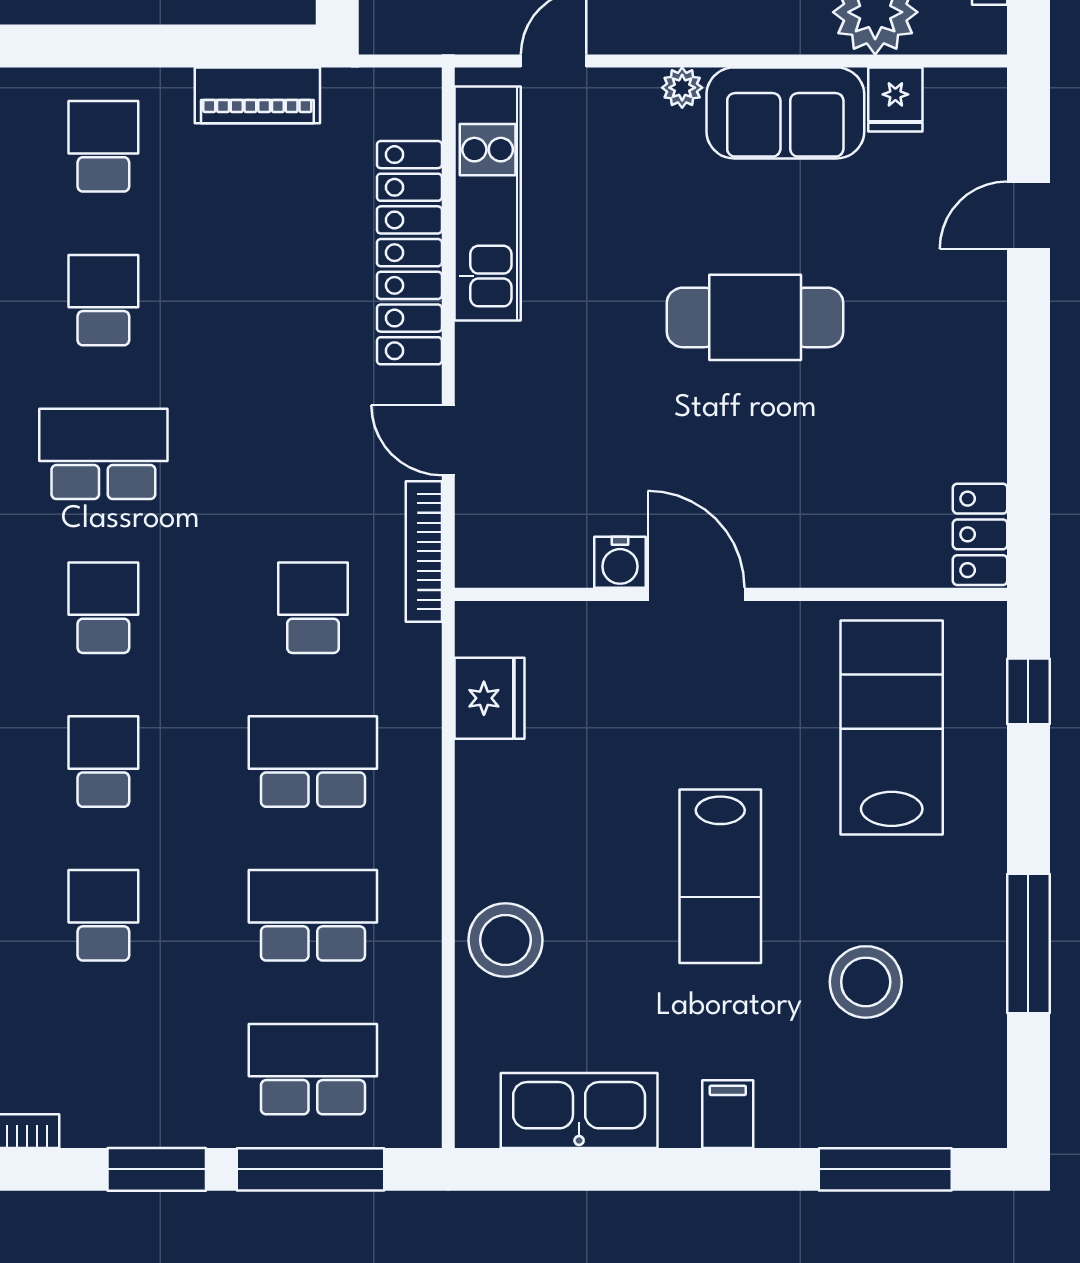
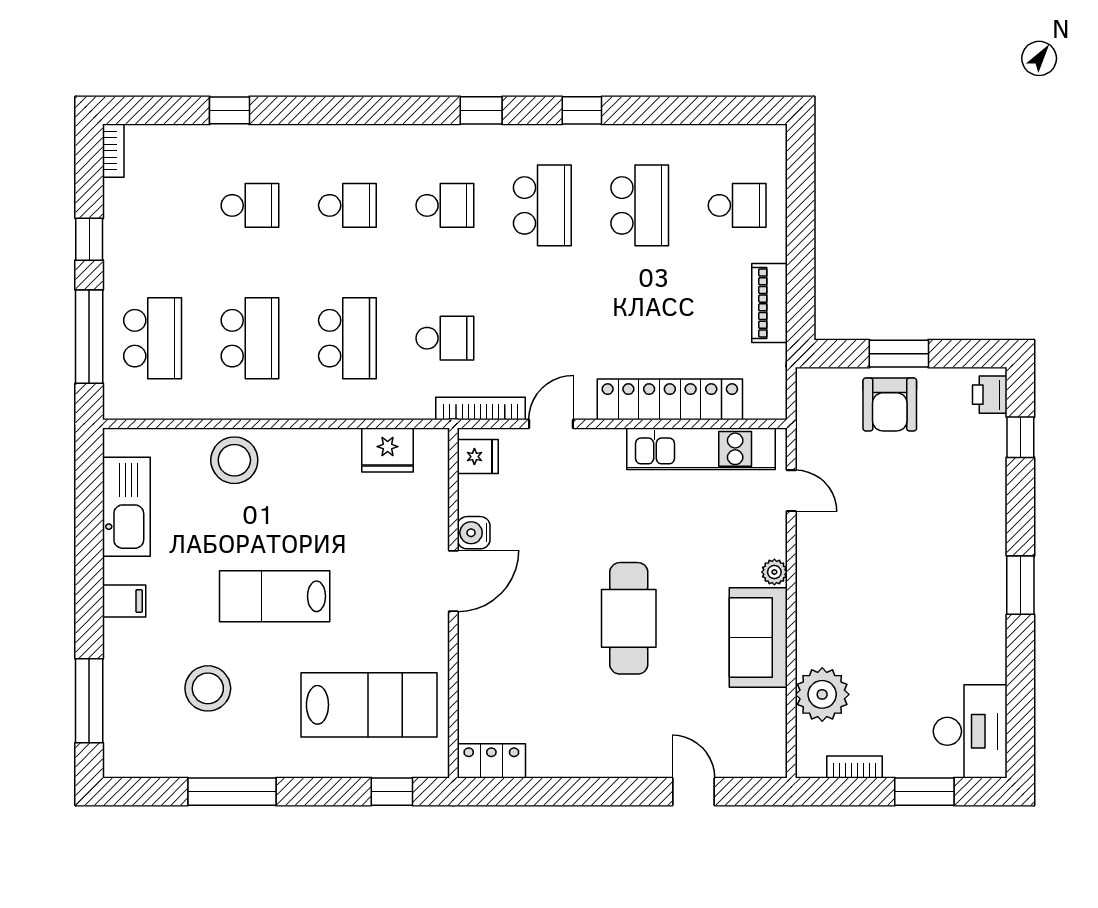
fridge: (895, 100) -> (478, 457), moved, turned 180
school desk: (103, 300) -> (640, 205), width x1.85
window: (157, 1169) -> (89, 239), width x0.67

